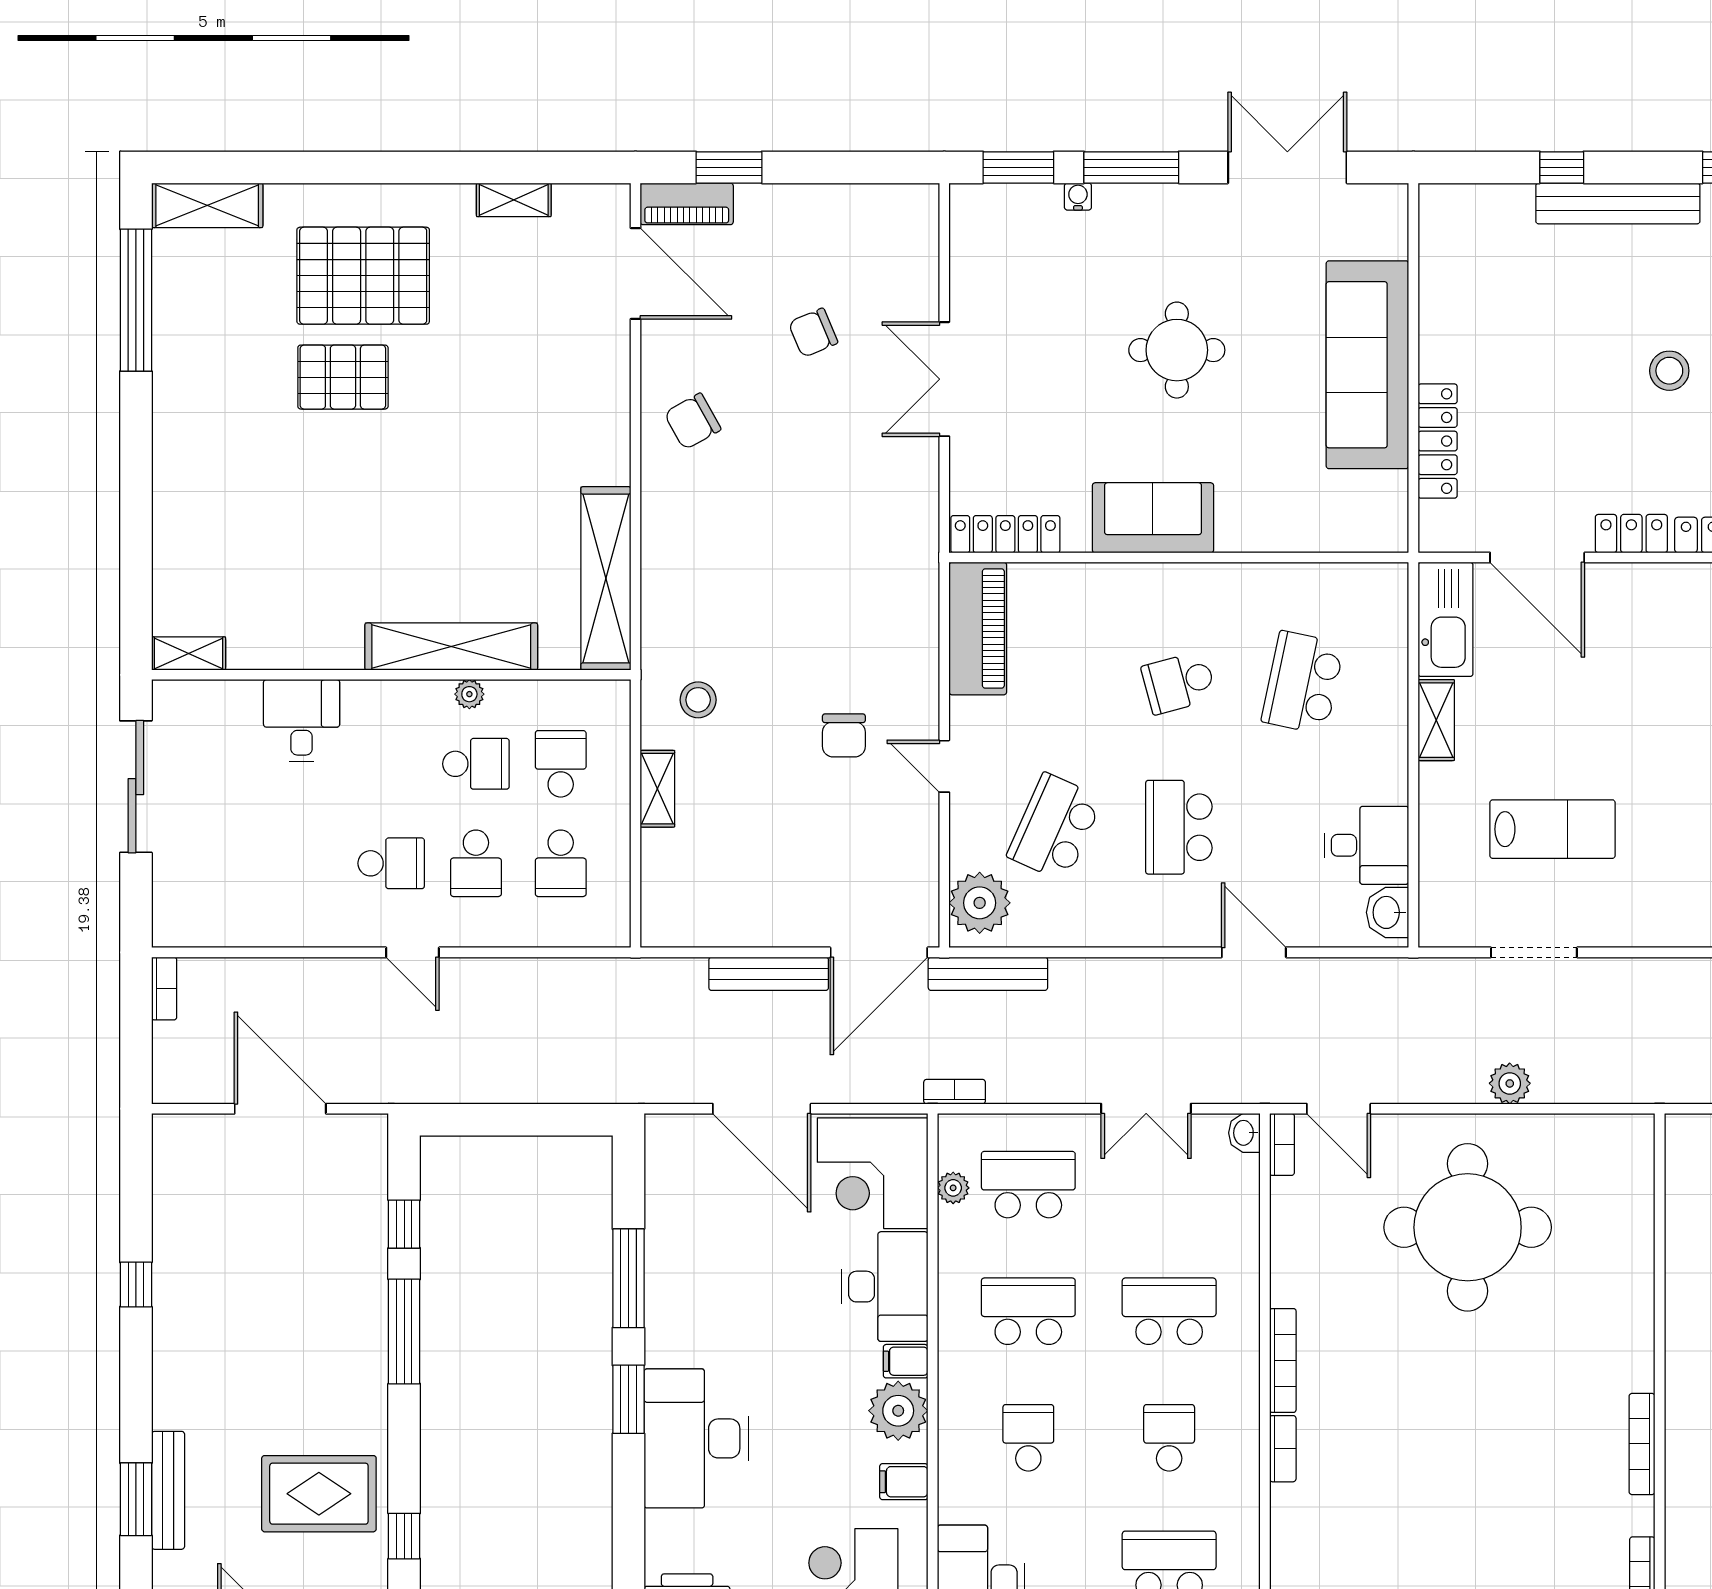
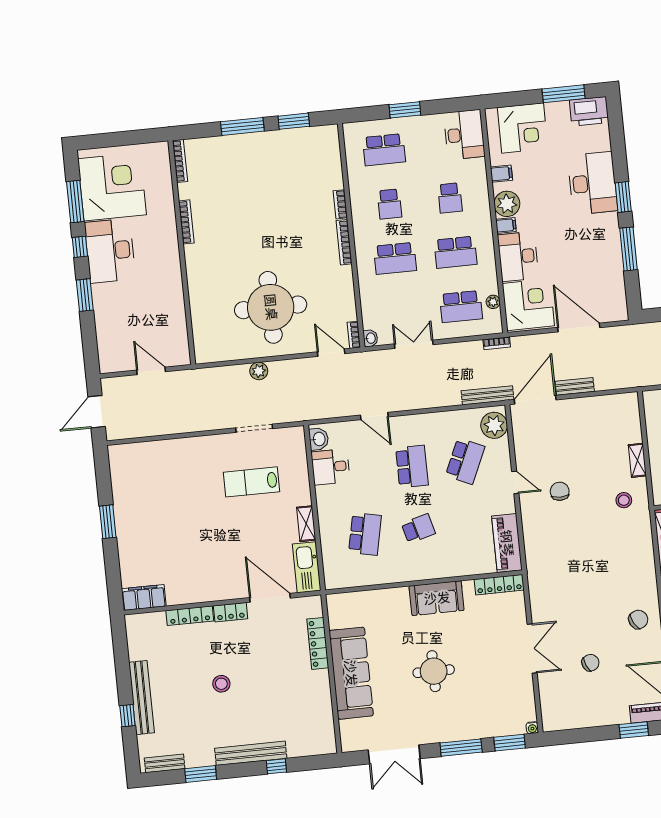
water cooler: (1078, 197) -> (532, 728), moved
bench: (769, 974) -> (575, 386), width x0.73

